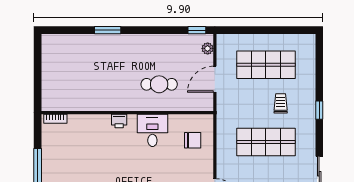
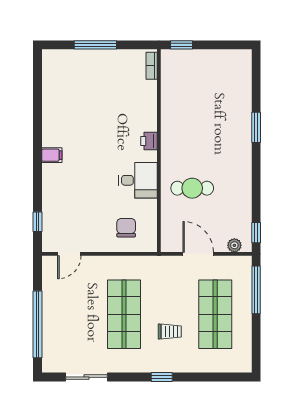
window: (245, 30) -> (256, 290), added
cafe table: (159, 84) -> (192, 188), turned 90
window: (38, 93) -> (182, 45), added
chair: (193, 140) -> (126, 228), turned 180

